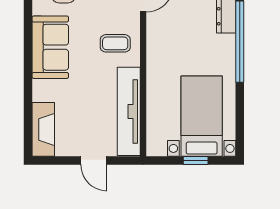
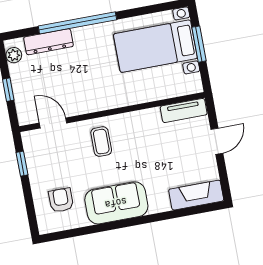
tv unit: (129, 111) -> (184, 110), width x0.52, depth x0.78
window: (196, 161) -> (199, 44), width x1.50

